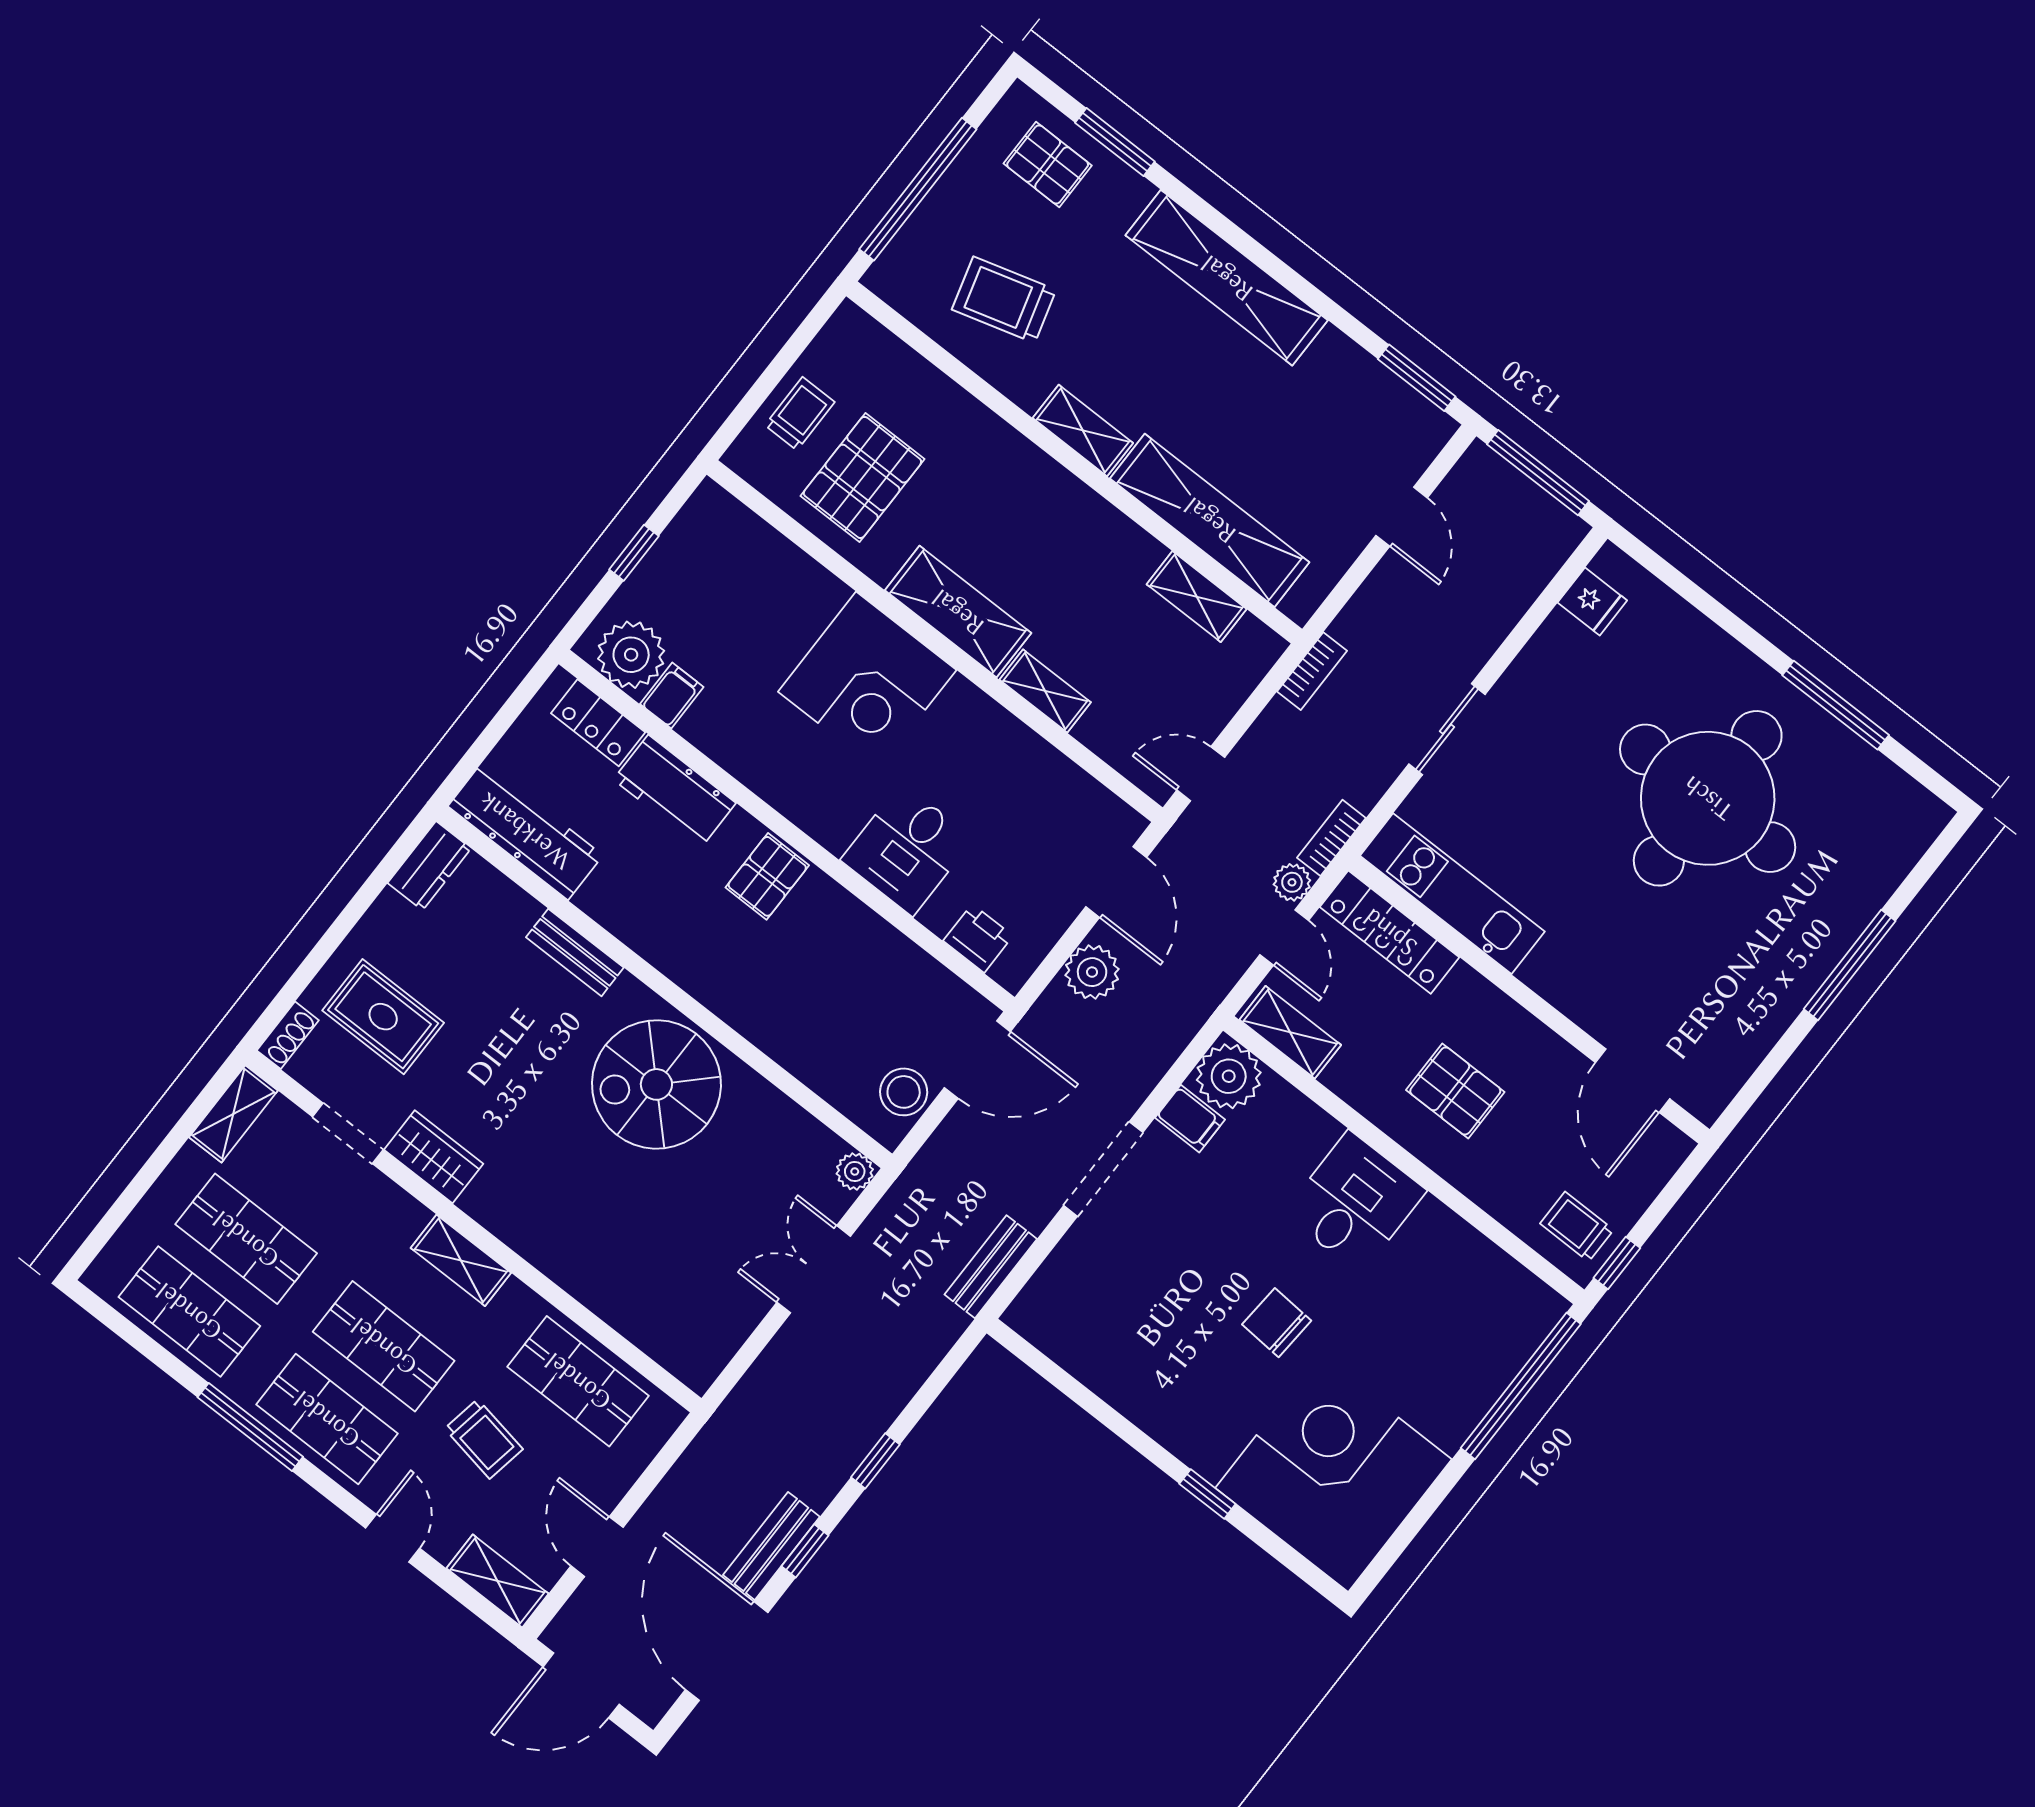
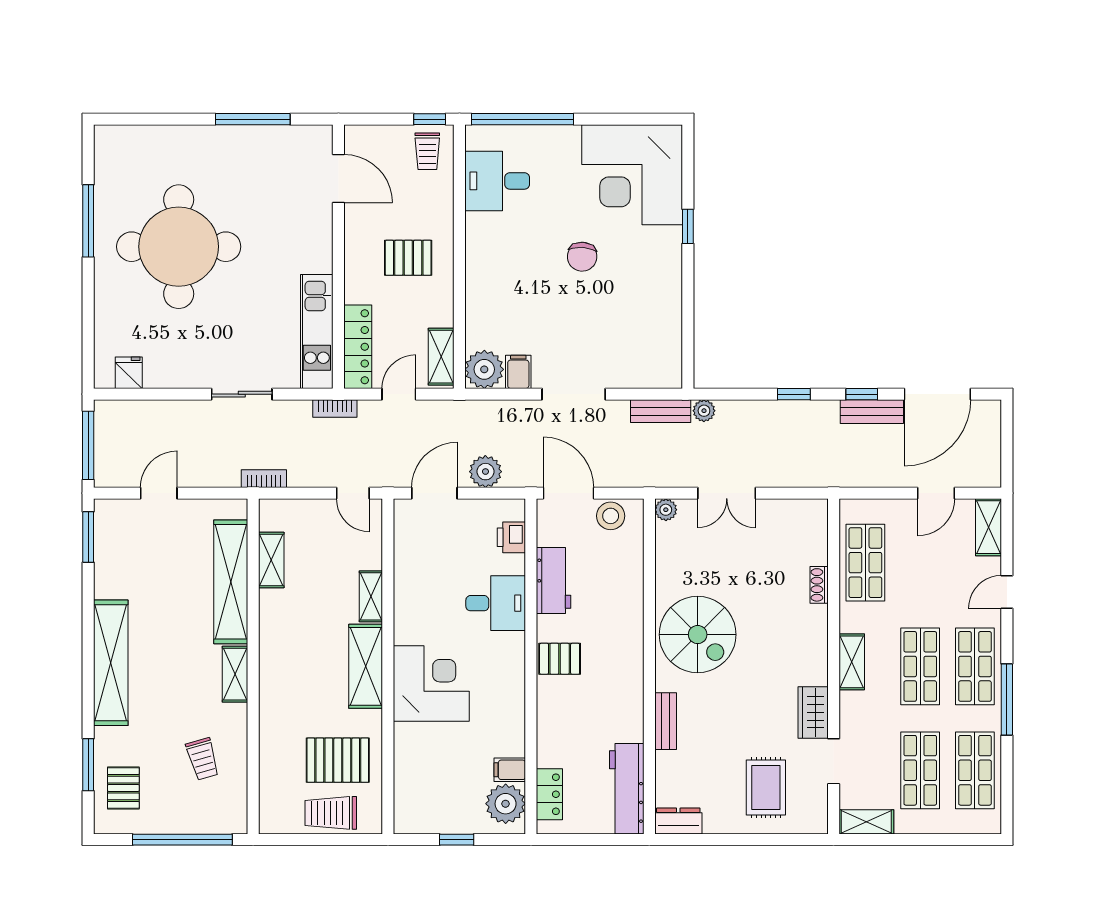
trolley: (1004, 300) -> (203, 759), width x0.73, depth x0.72
trolley: (800, 414) -> (331, 813), width x1.36, depth x1.39
workbench: (675, 791) -> (554, 580), moved
plant: (1292, 882) -> (704, 411), moved
window: (1850, 965) -> (253, 119), moved
shoe rack: (288, 1035) -> (819, 585), moved, turned -90
door: (1632, 1081) -> (338, 179), hinge flipped
pallet: (1455, 1091) -> (408, 258), turned 90
desk: (1355, 1202) -> (497, 181), moved
trolley: (484, 1439) -> (927, 586), removed
door: (581, 1685) -> (1007, 450), removed

